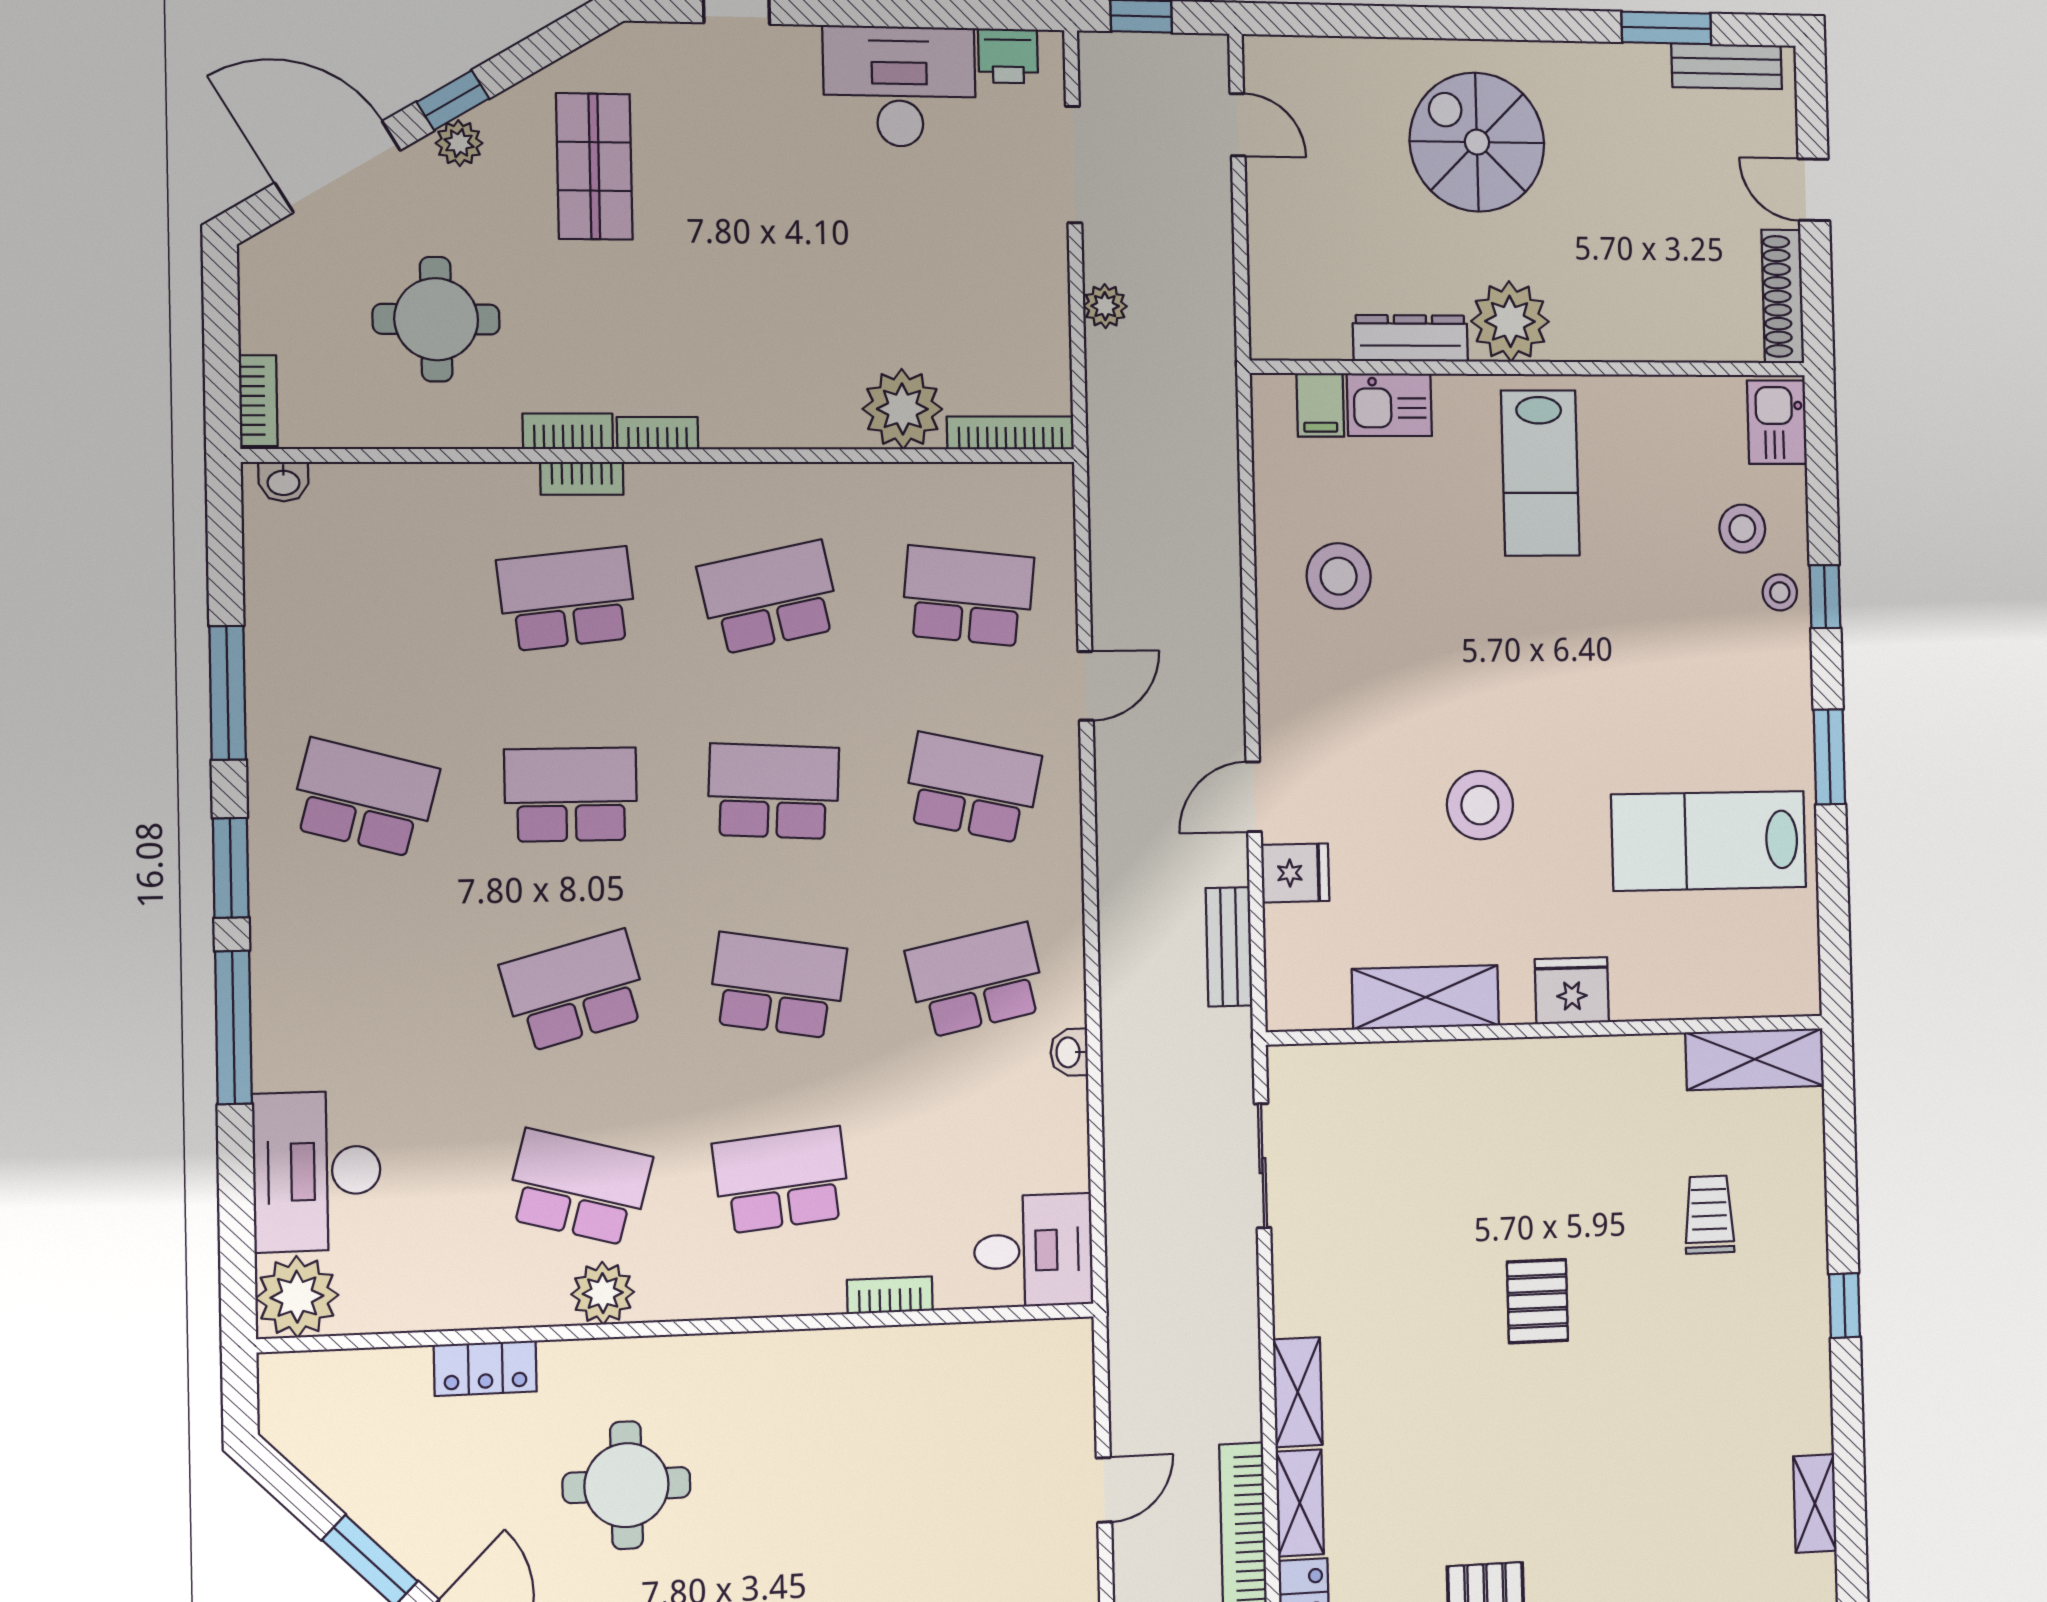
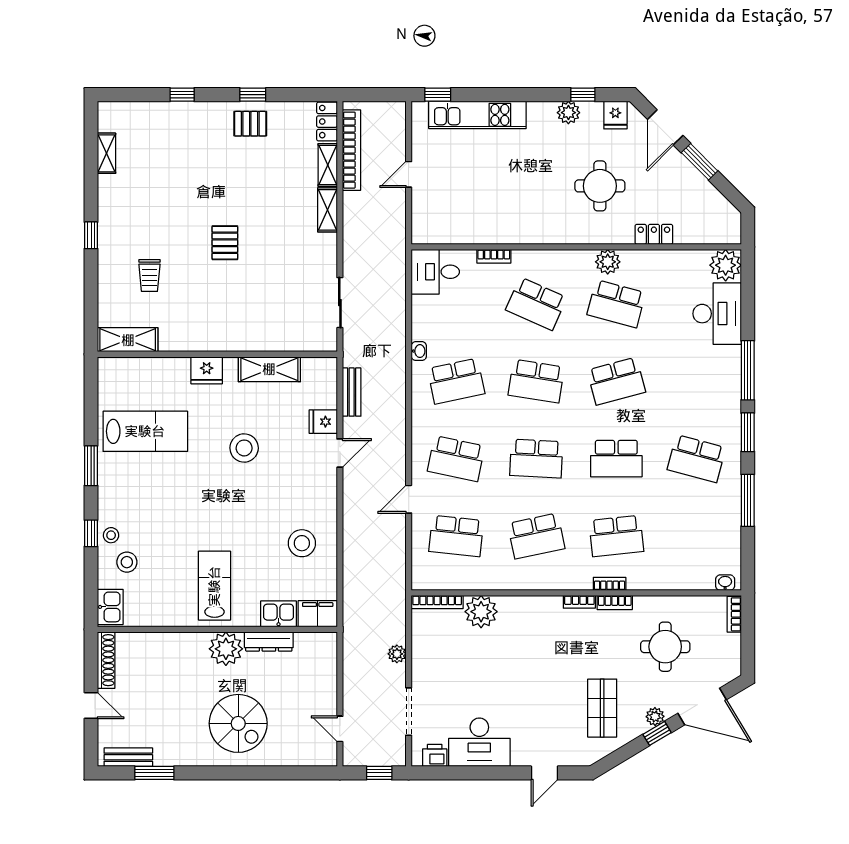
filing cabinet: (1320, 405) -> (318, 614), width x2.00
school desk: (782, 1180) -> (536, 304), turned 30

